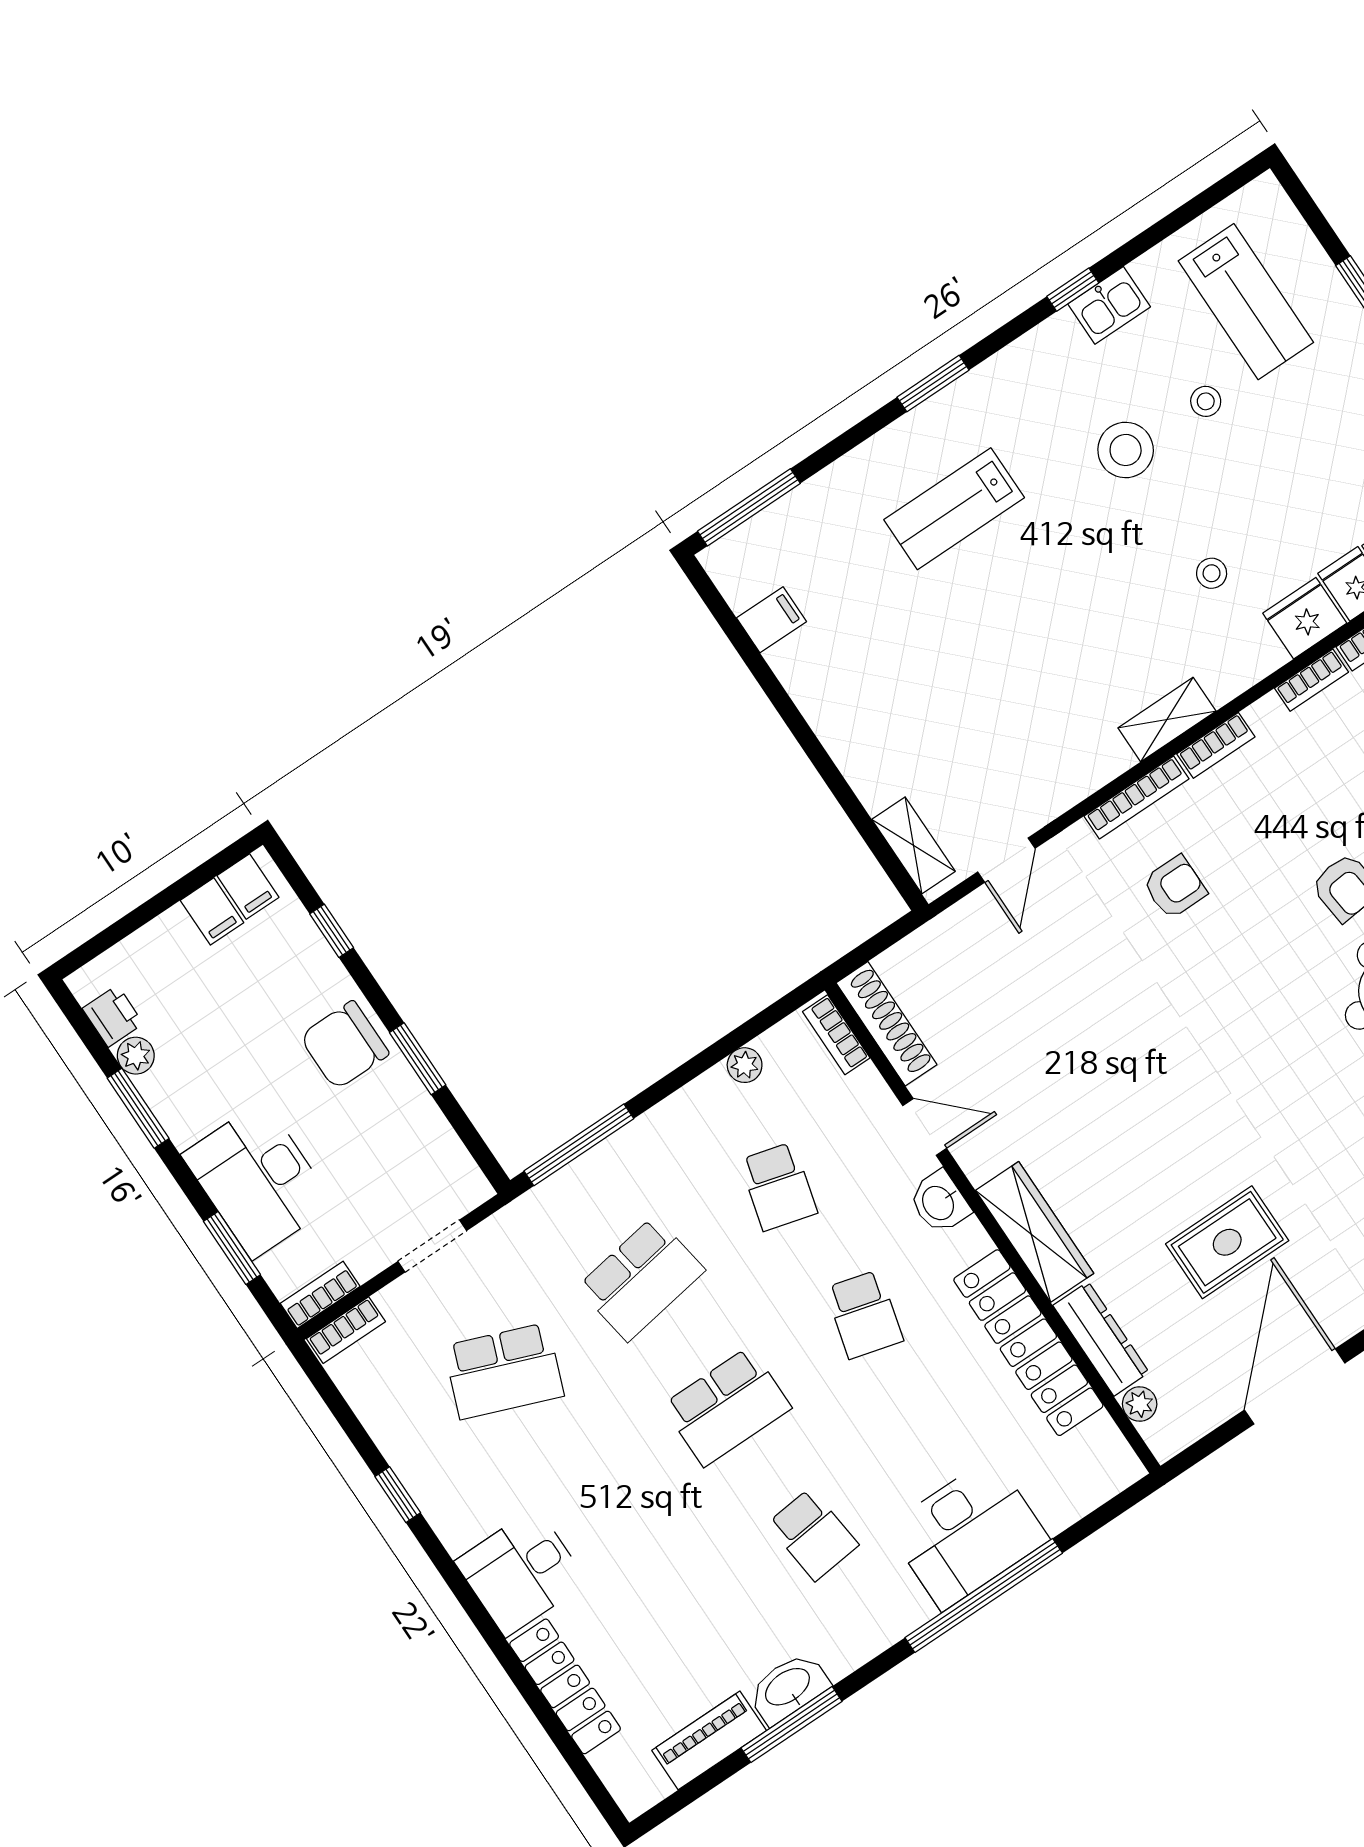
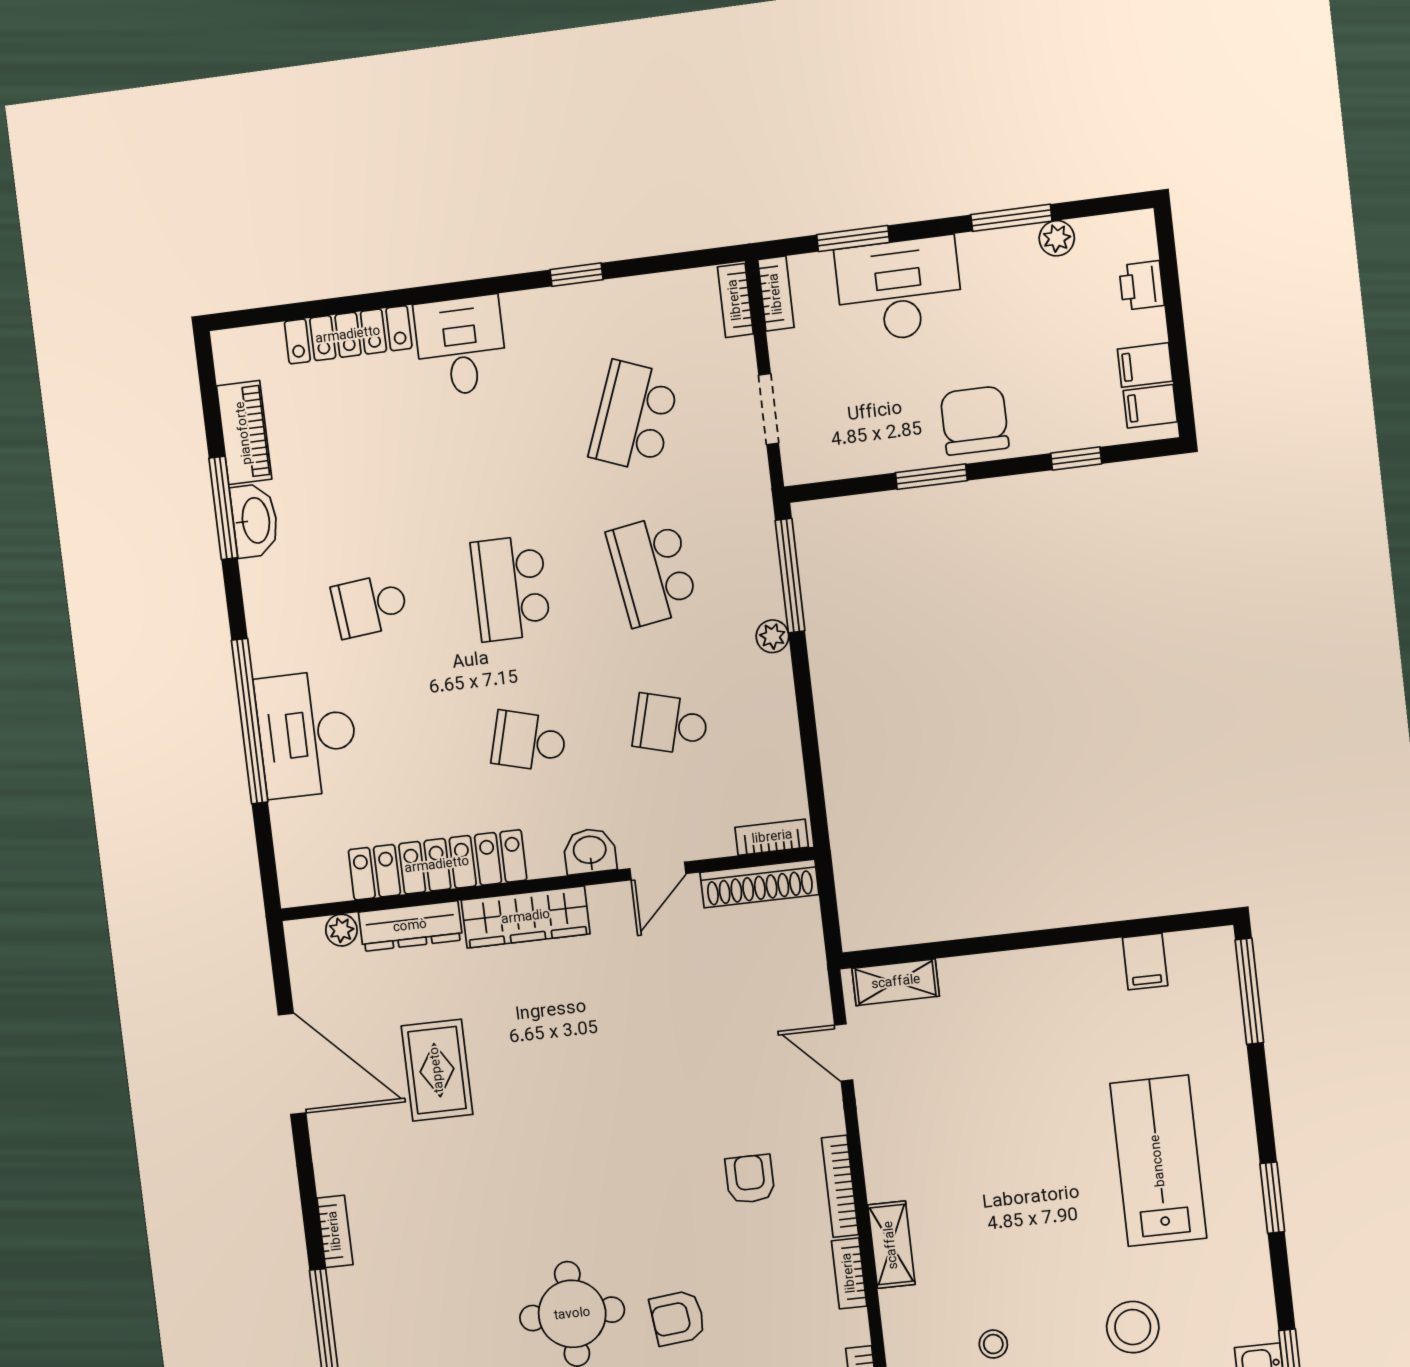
lab bench: (954, 509) -> (1158, 1161), width x1.36, depth x1.39
armchair: (1175, 887) -> (750, 1179), turned 180
printer: (113, 1016) -> (1142, 285), moved, turned 90
plant: (745, 1065) -> (772, 636), moved

